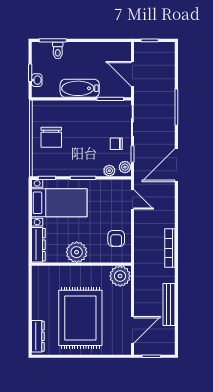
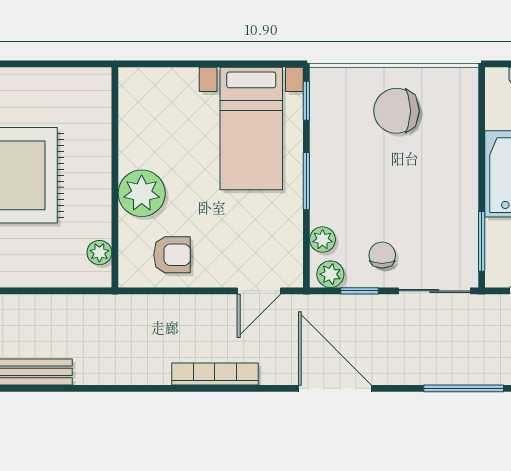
armchair: (116, 238) -> (172, 255), turned 180
dresser: (38, 245) -> (158, 82), removed
bookcase: (170, 248) -> (215, 374), moved
plant: (77, 252) -> (142, 193), moved
plant: (120, 276) -> (99, 253), width x0.53, depth x0.53

